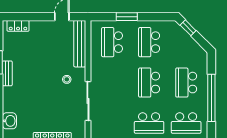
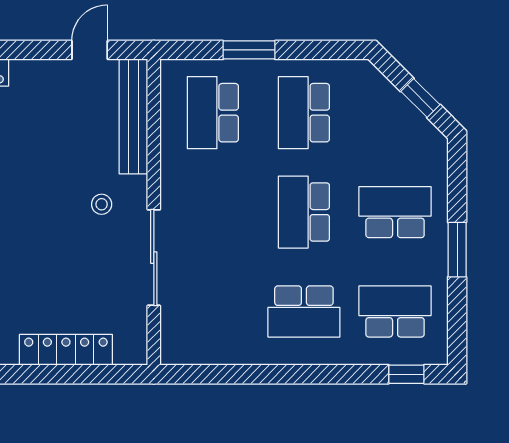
window: (188, 28) -> (420, 98), moved
school desk: (186, 83) -> (395, 212), turned 90
window: (211, 98) -> (457, 250), width x0.47
school desk: (186, 123) -> (395, 311), turned 180

